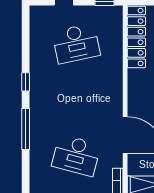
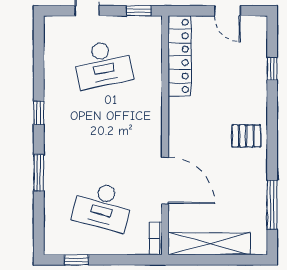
window: (26, 129) -> (39, 173), width x0.69

